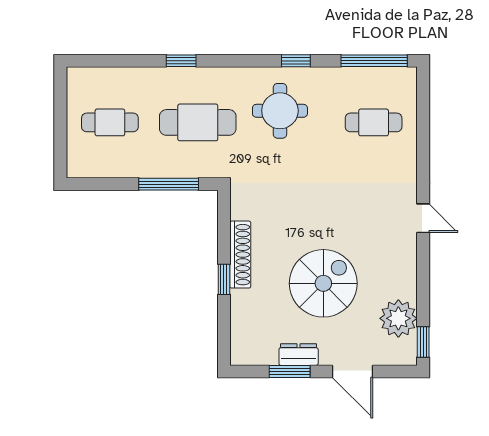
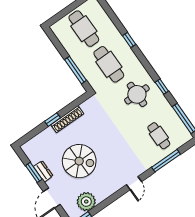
cafe table: (110, 122) -> (84, 29), width x1.37, depth x1.35
window: (423, 140) -> (166, 161), added

